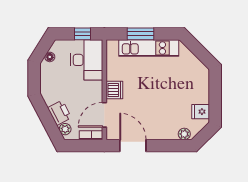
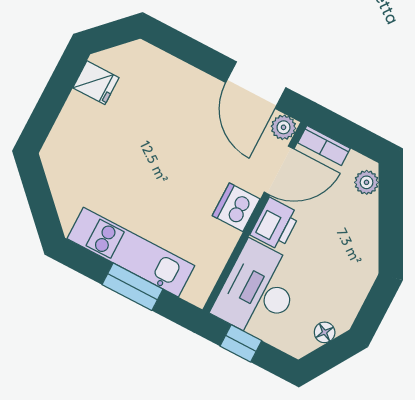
printer: (60, 113) -> (275, 224), moved, turned -152
plant: (184, 134) -> (284, 127), moved

